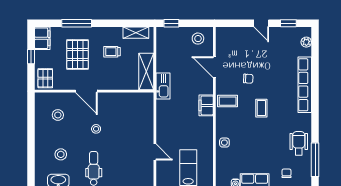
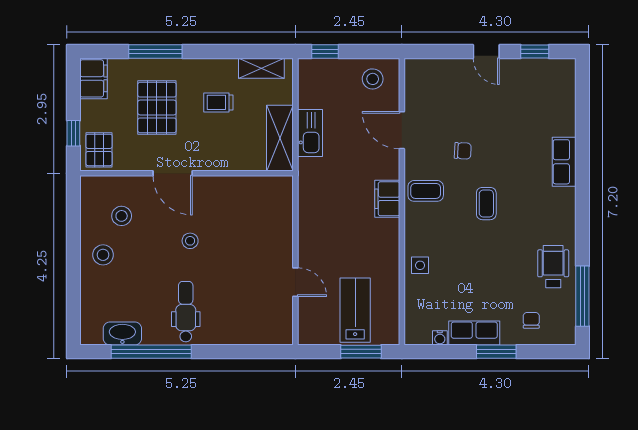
plant: (306, 42) -> (567, 85), removed
window: (31, 57) -> (73, 133), moved
row of seats: (305, 85) -> (564, 162), width x0.50
kitchen sink: (163, 86) -> (310, 133), moved
stool: (61, 154) -> (103, 255), moved

